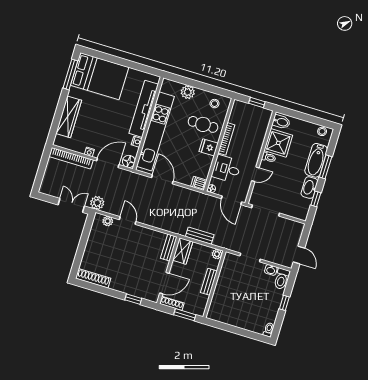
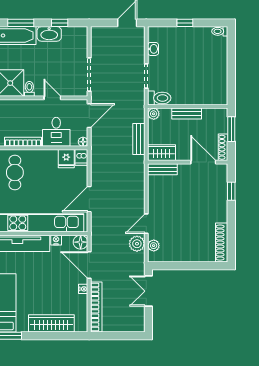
fridge: (209, 147) -> (66, 159), moved
plant: (97, 203) -> (137, 244), moved
toilet: (282, 279) -> (159, 98), moved

